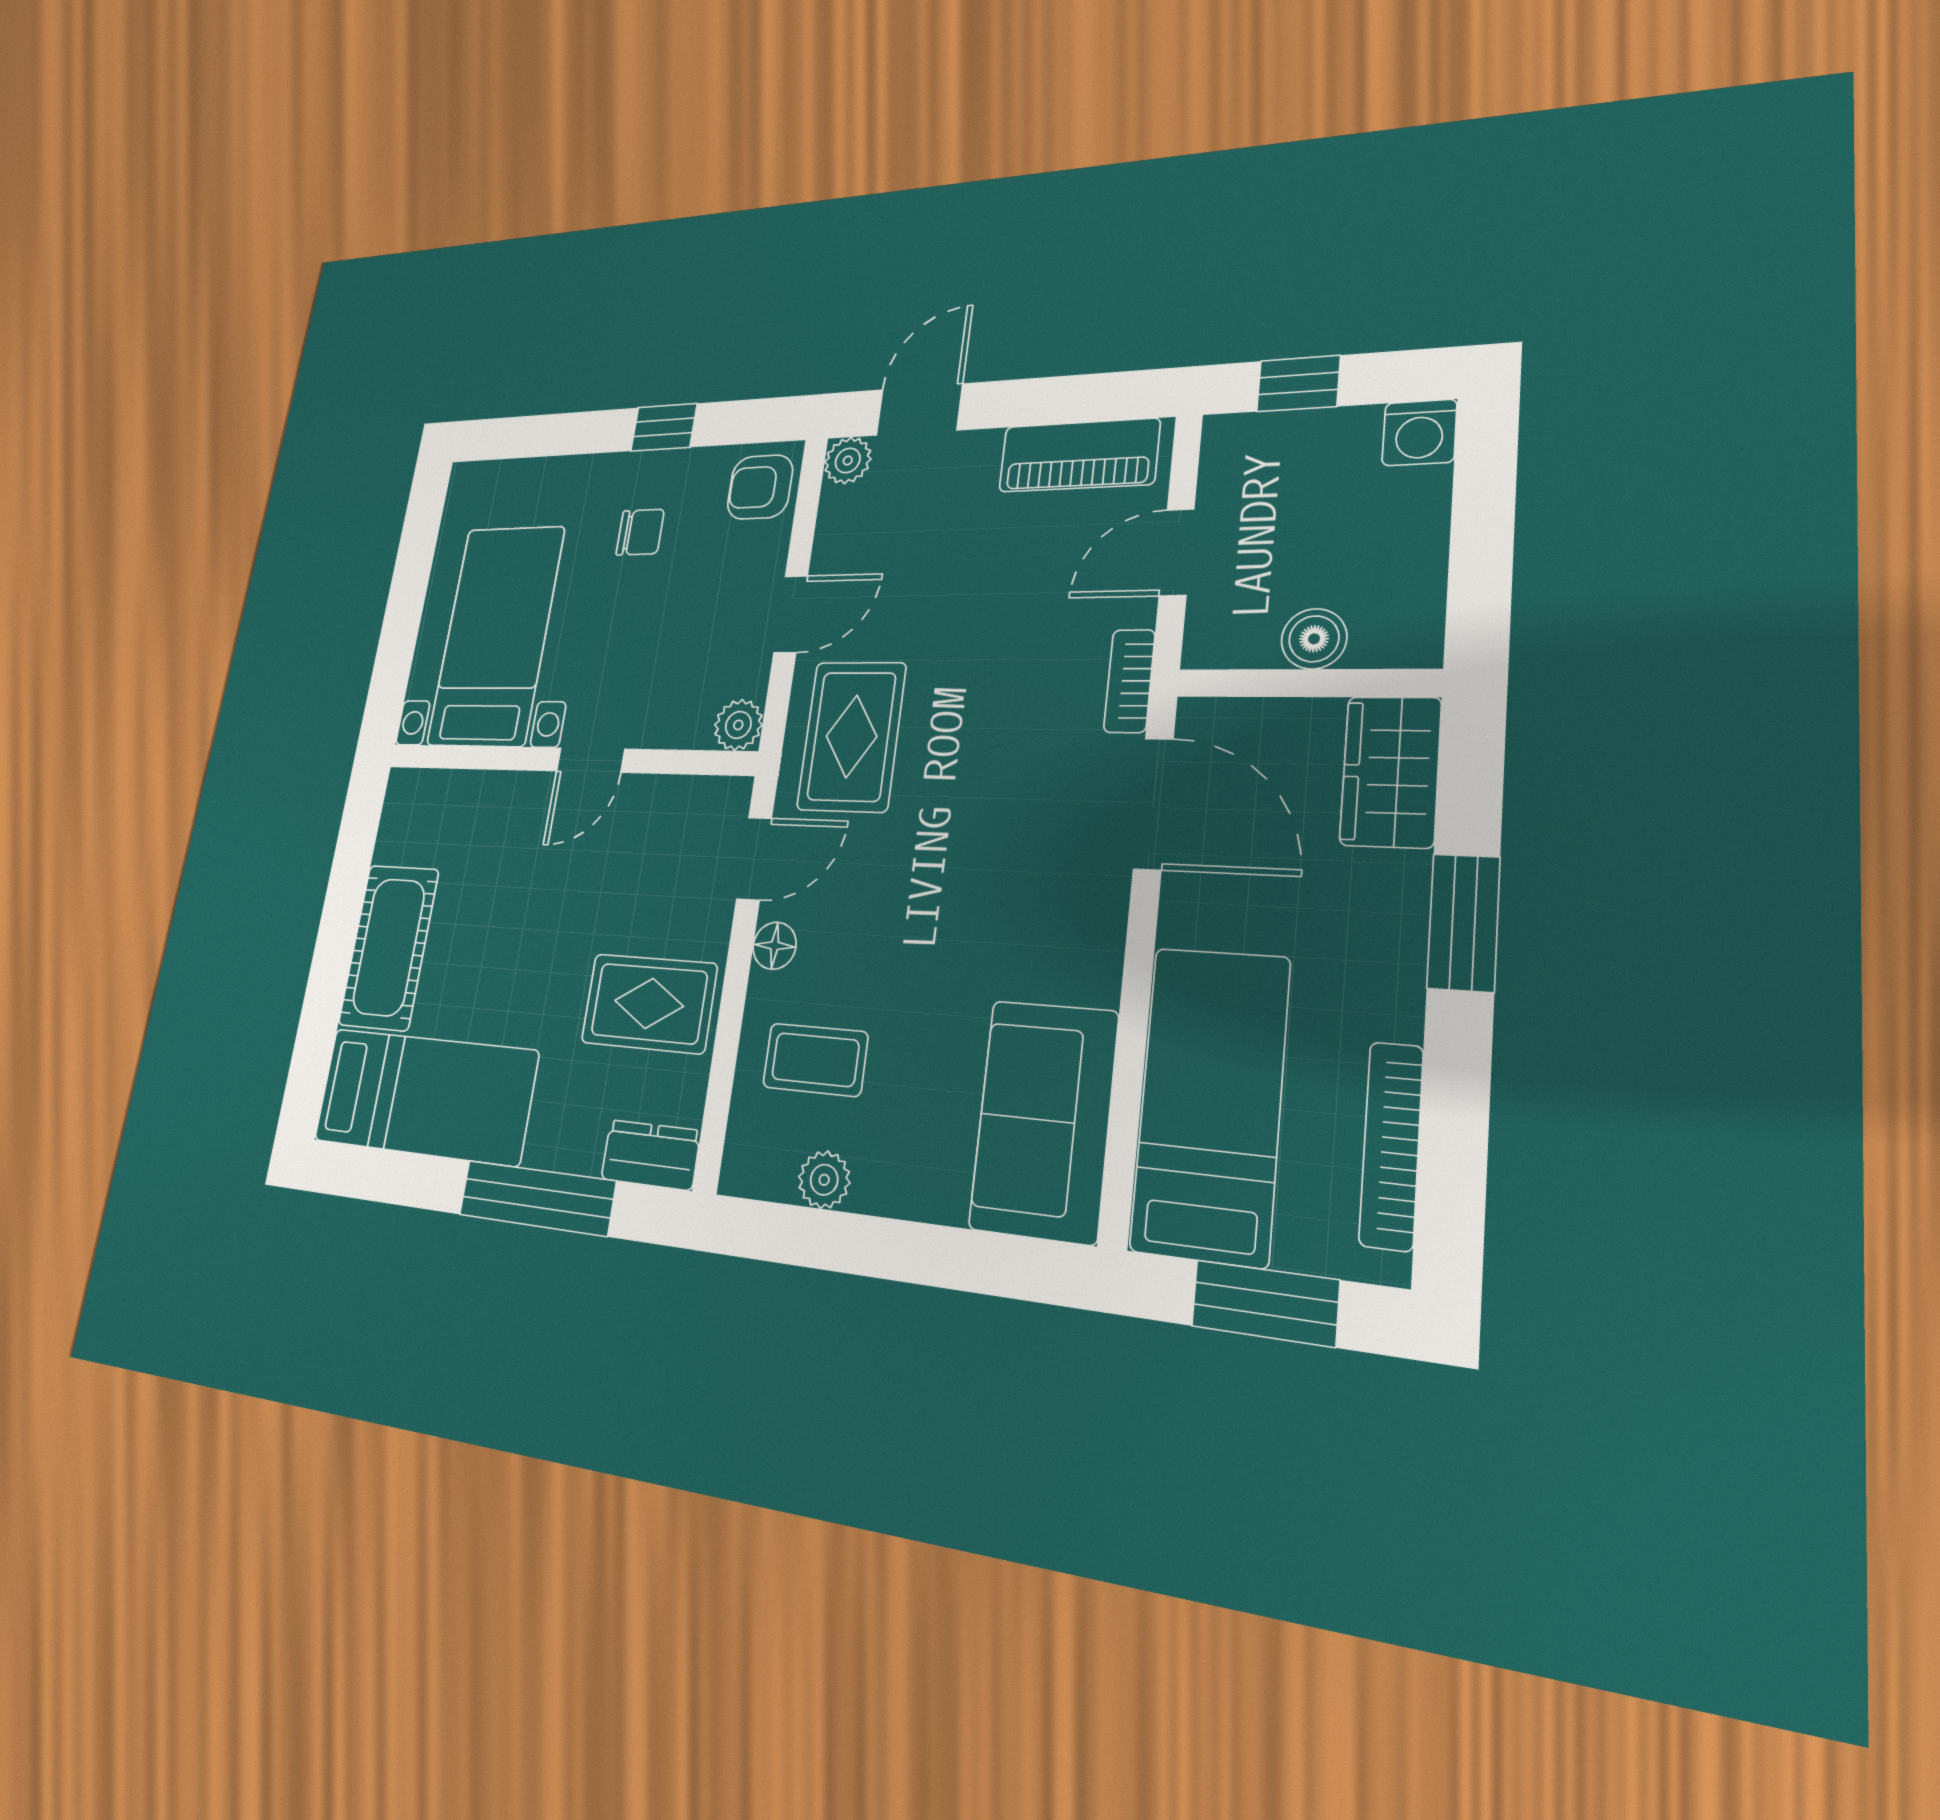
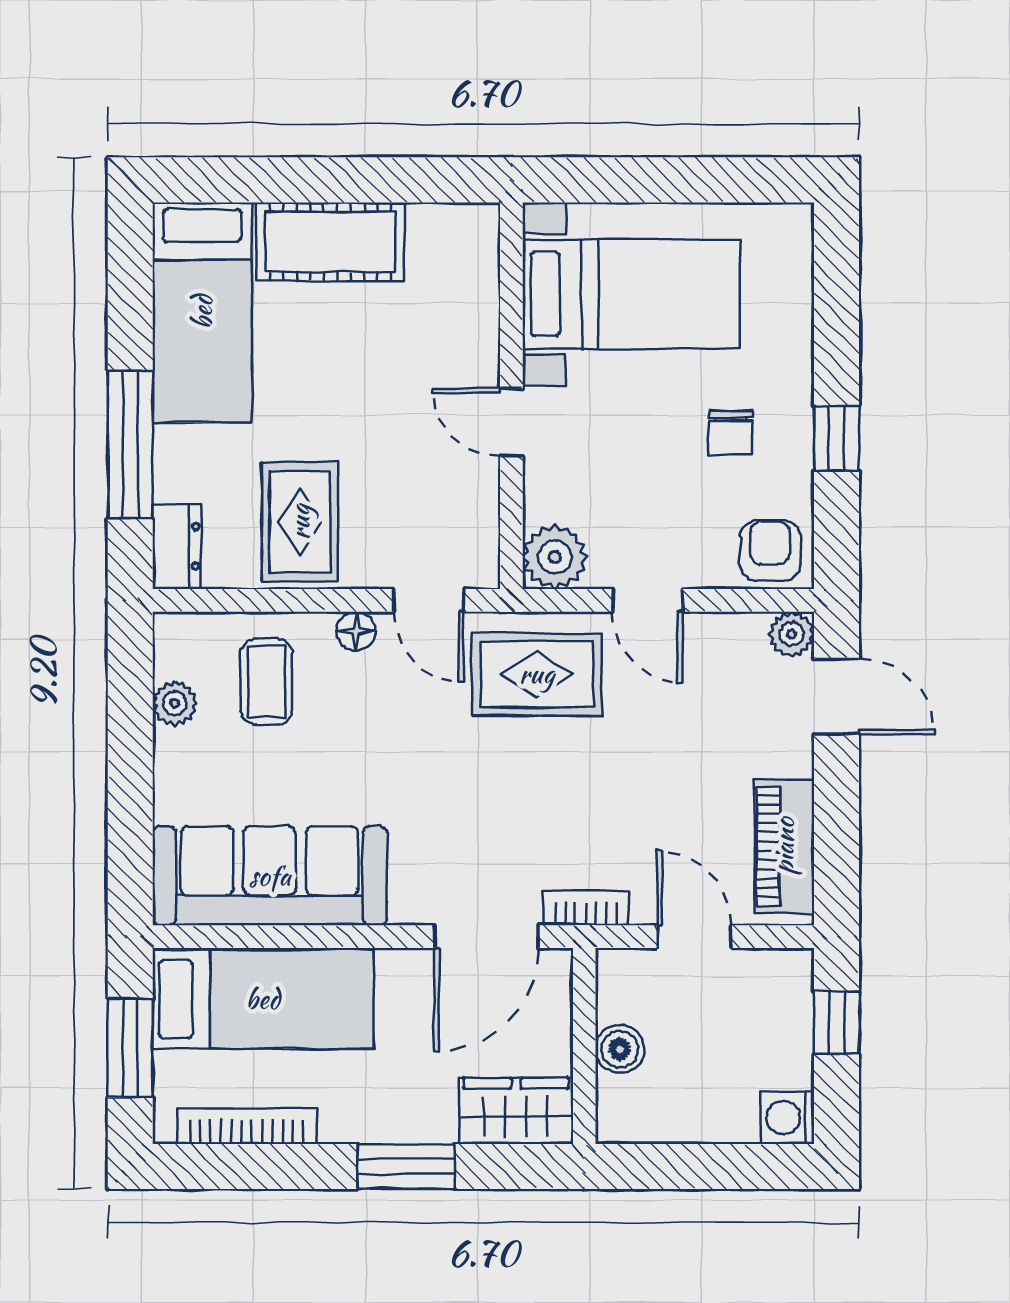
plant: (738, 725) -> (555, 557), width x1.38, depth x1.38
sofa: (1044, 1120) -> (270, 876), width x1.36

